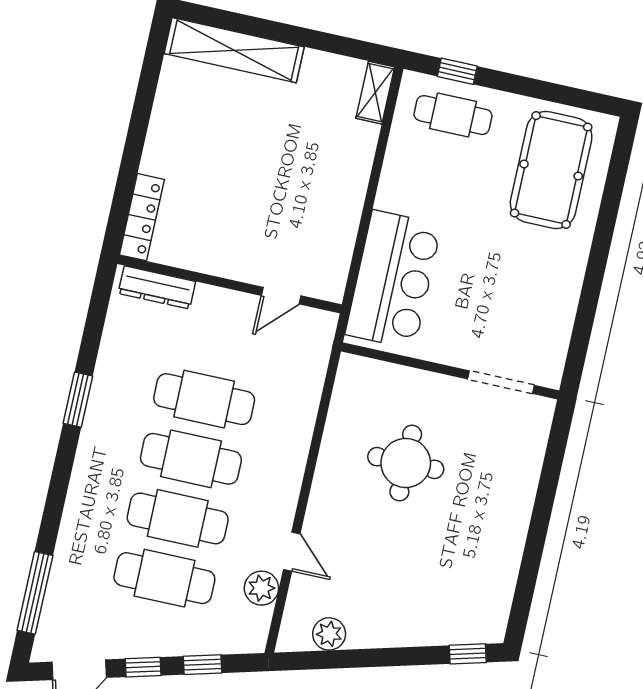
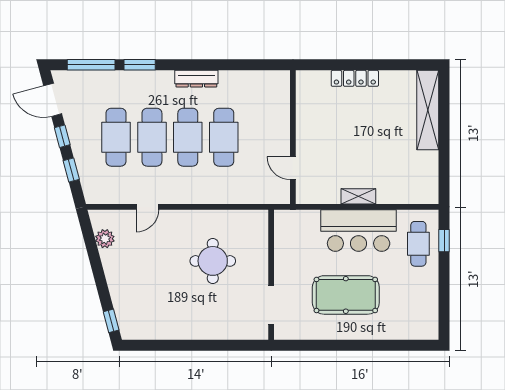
shelving: (375, 93) -> (358, 196), moved
pool table: (551, 170) -> (346, 295), moved
locker: (142, 217) -> (355, 78), moved
bar counter: (393, 280) -> (359, 230), moved
dresser: (157, 287) -> (196, 79), moved, turned -90
window: (78, 400) -> (140, 65), moved
plant: (261, 588) -> (123, 194), removed

